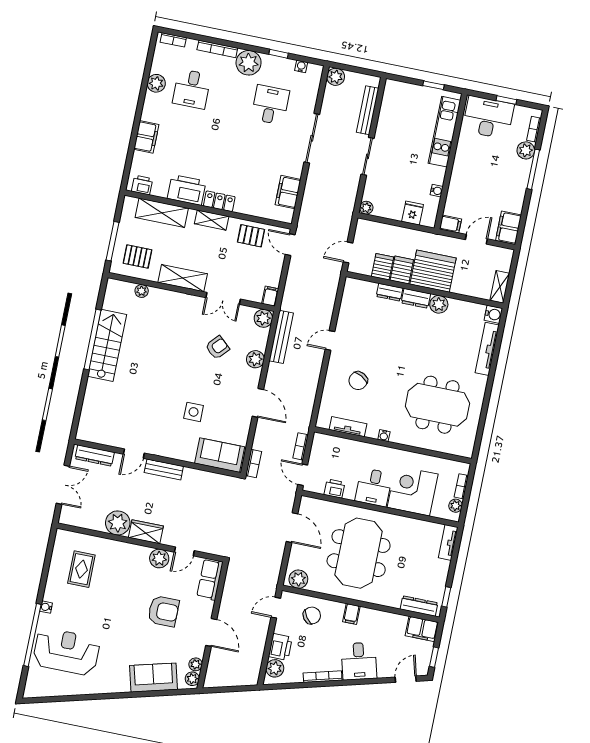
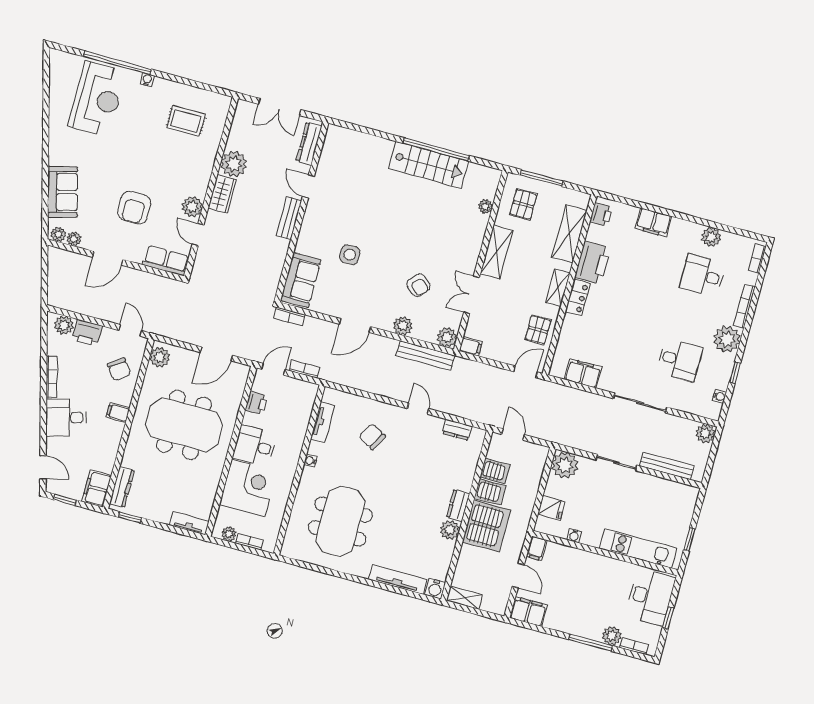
plant: (366, 208) -> (565, 465), width x1.88, depth x1.88
dresser: (390, 292) -> (457, 430), moved, turned -90

